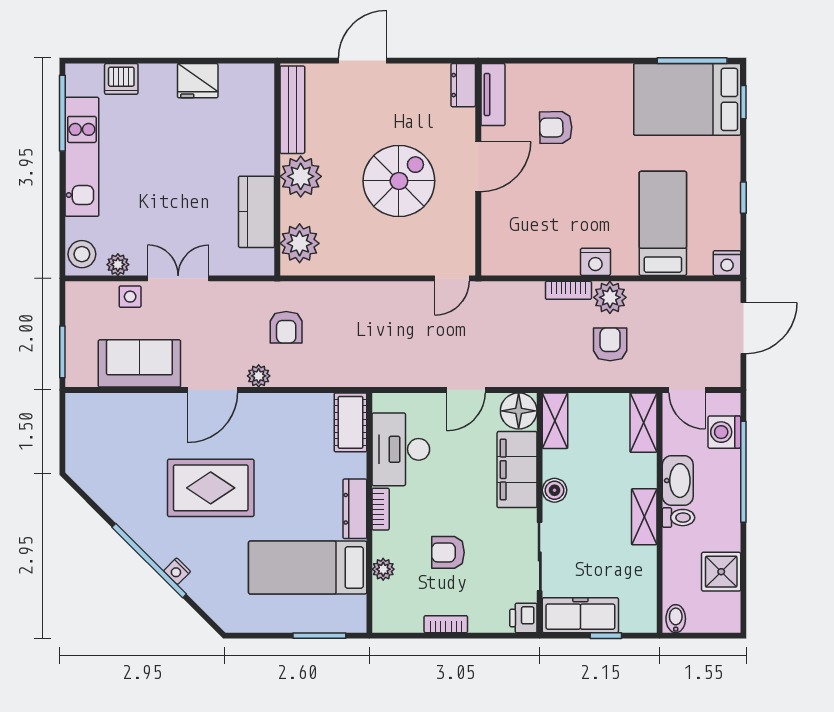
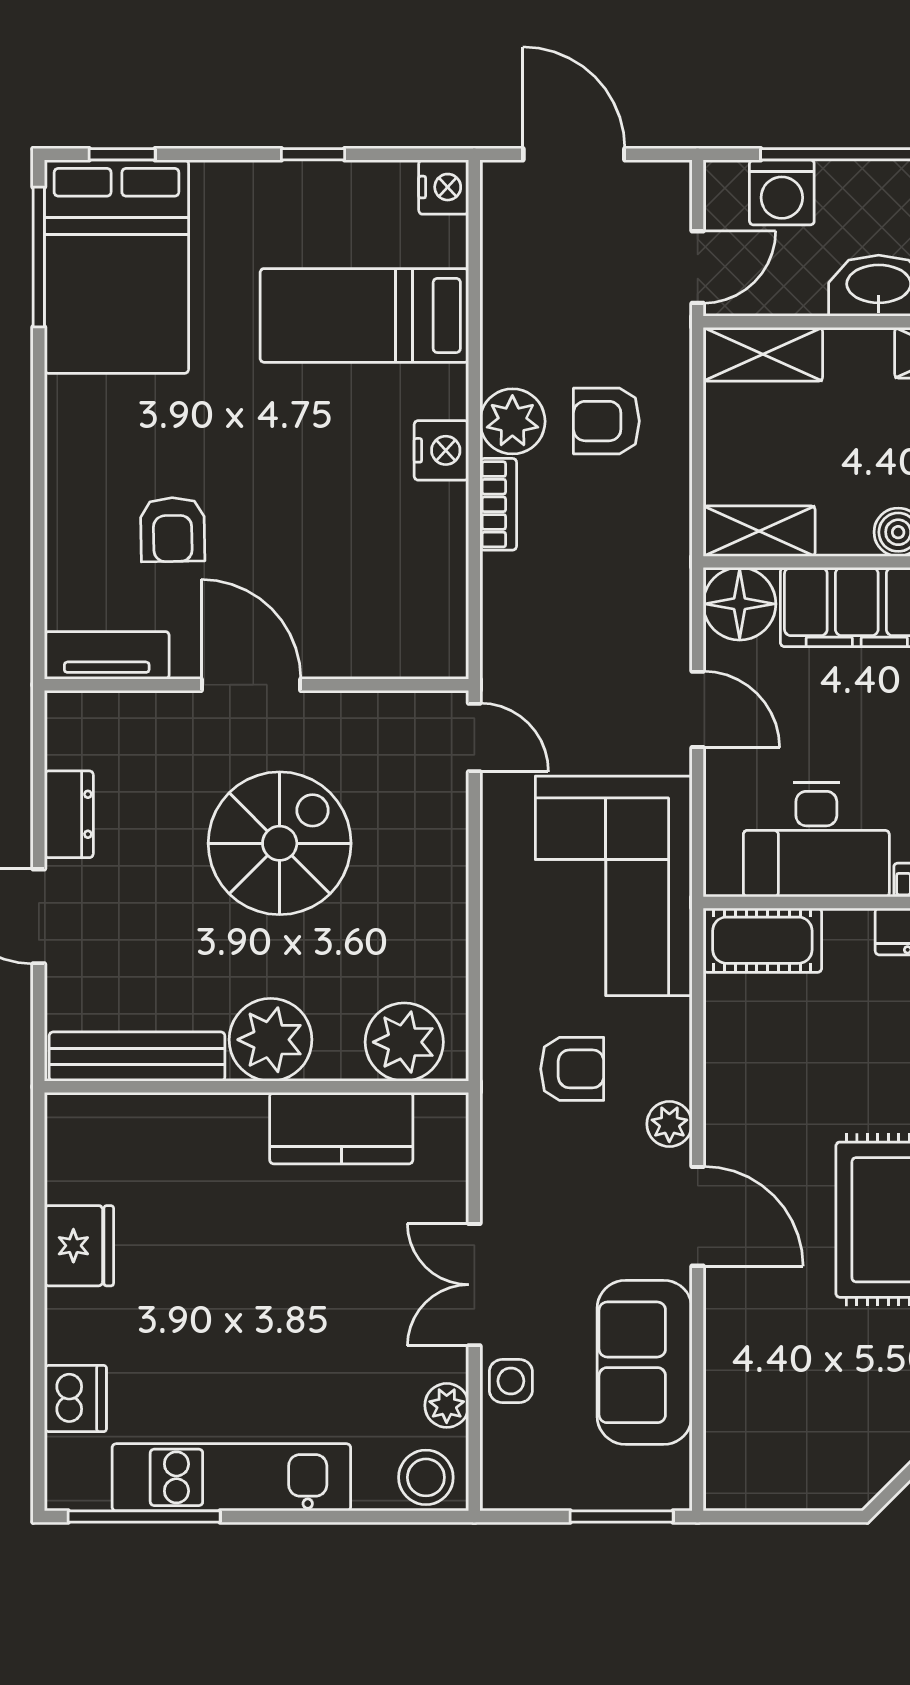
dresser: (463, 85) -> (69, 814), moved, turned -90
spiral stairs: (399, 181) -> (280, 843), turned 90
corner sofa: (378, 348) -> (614, 886), added

